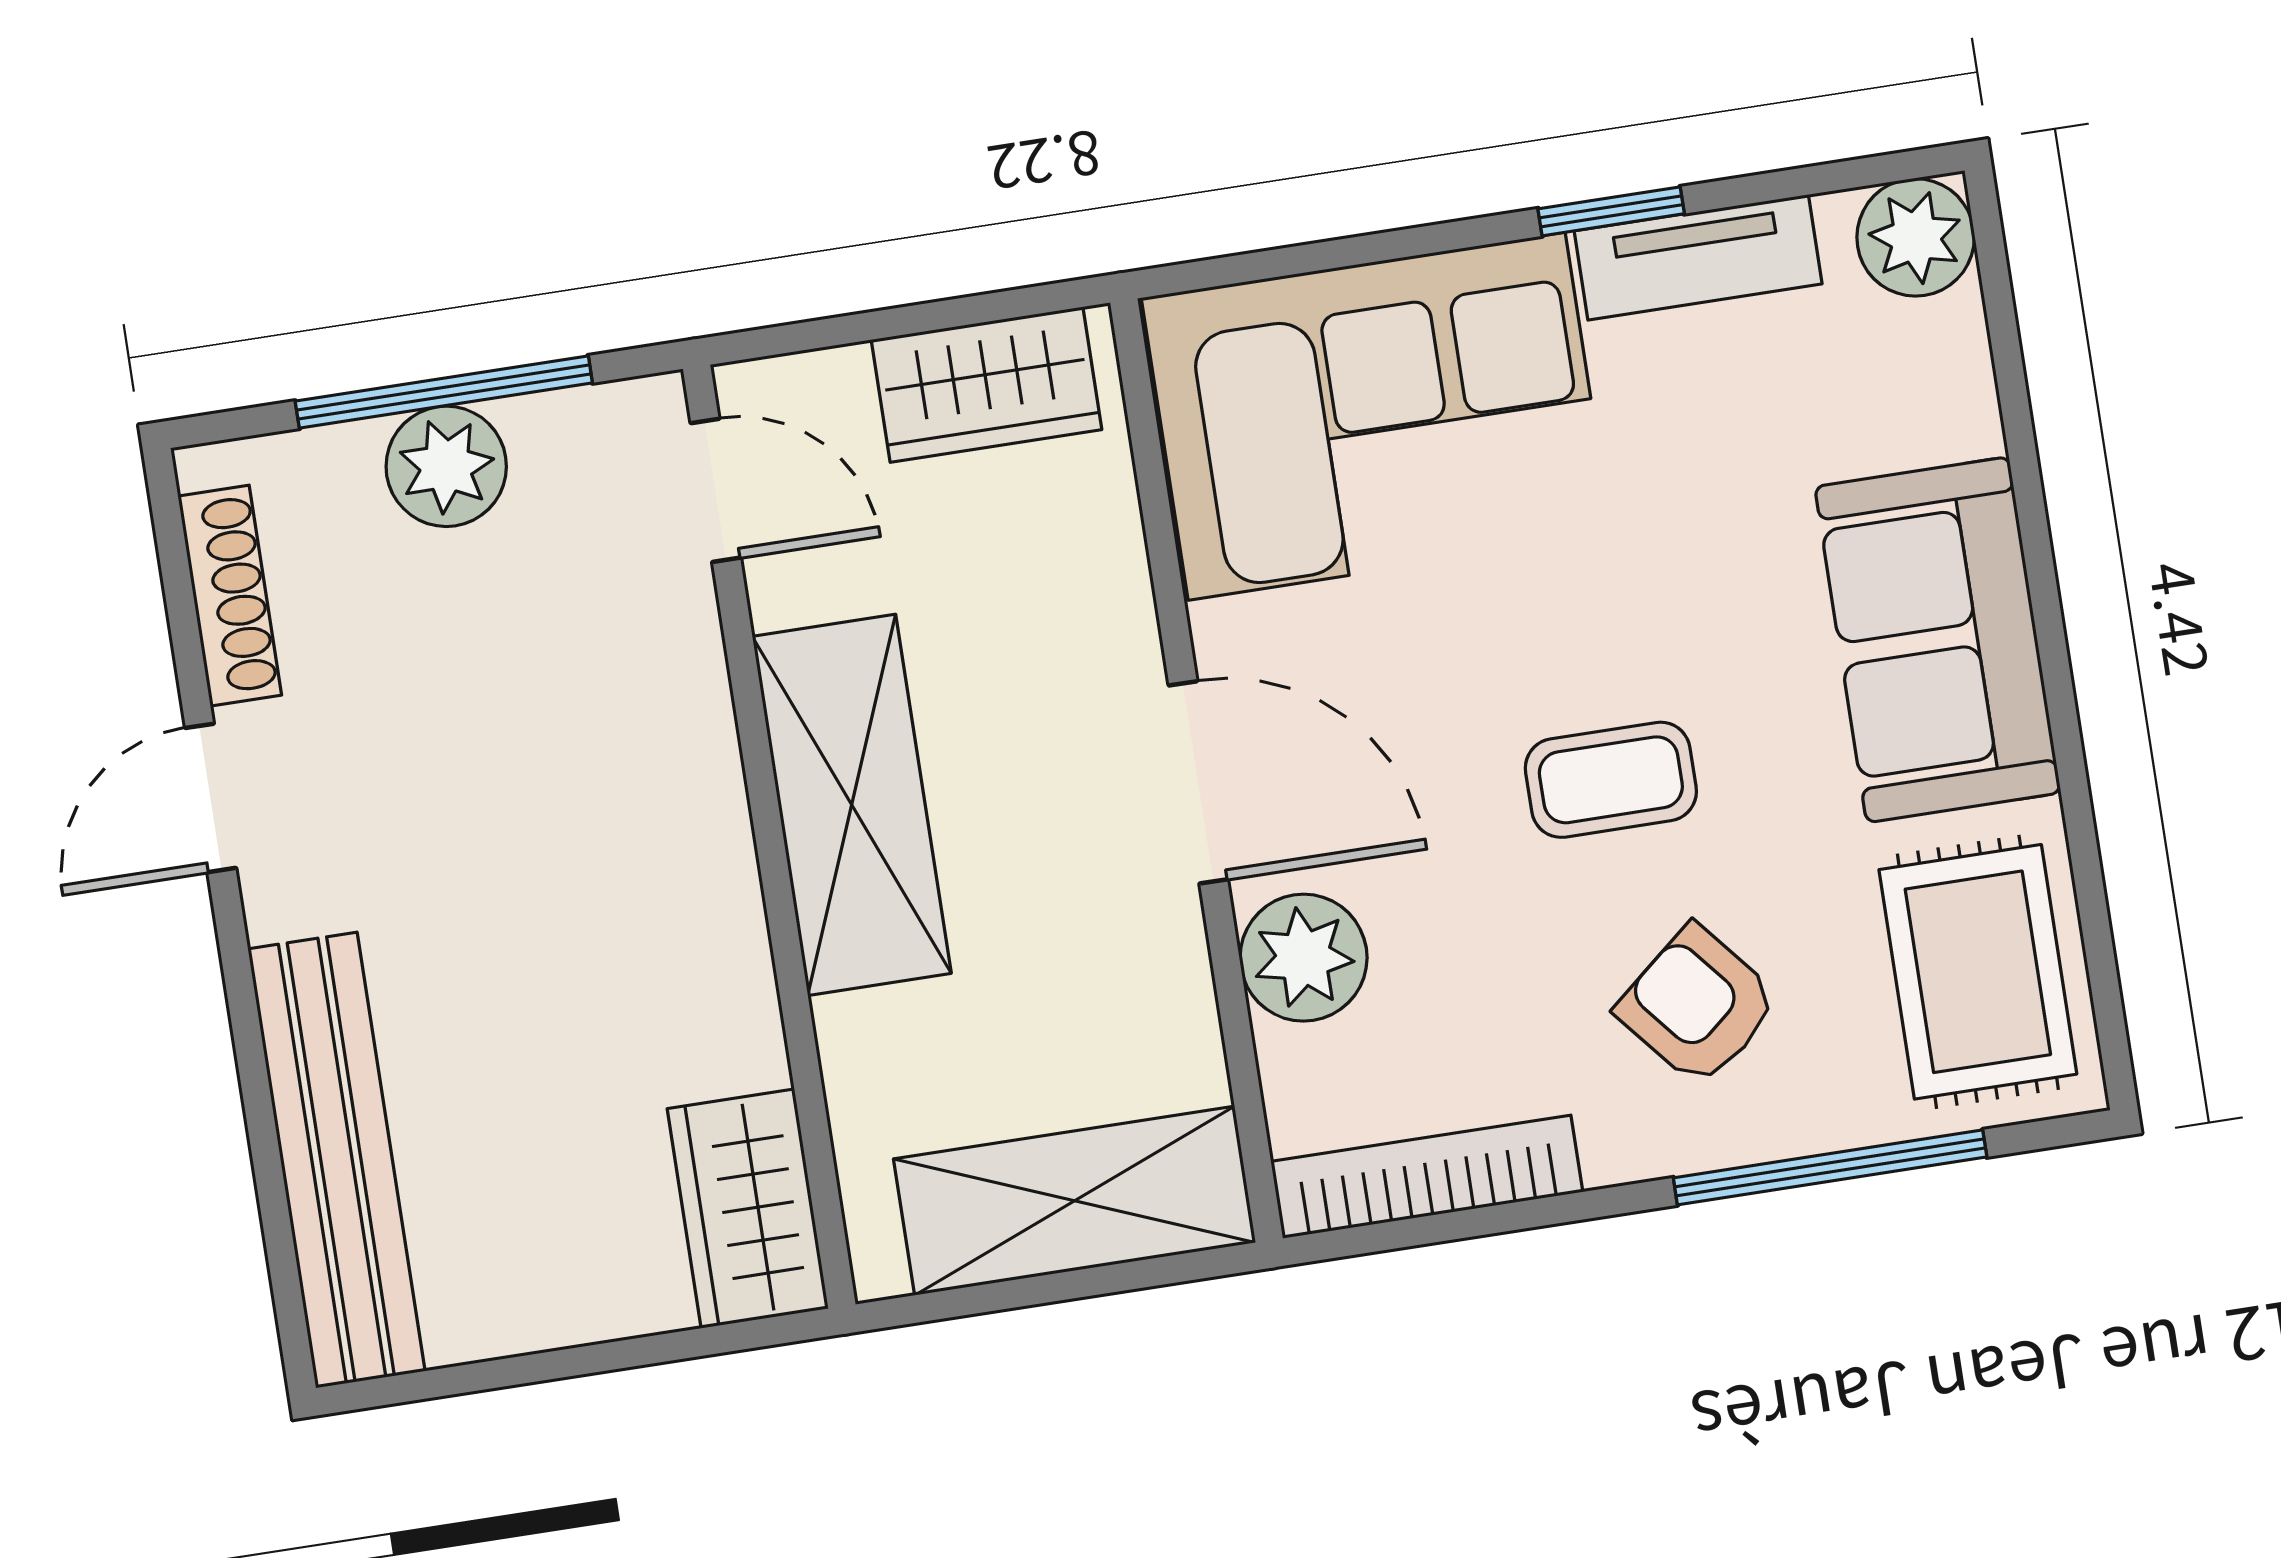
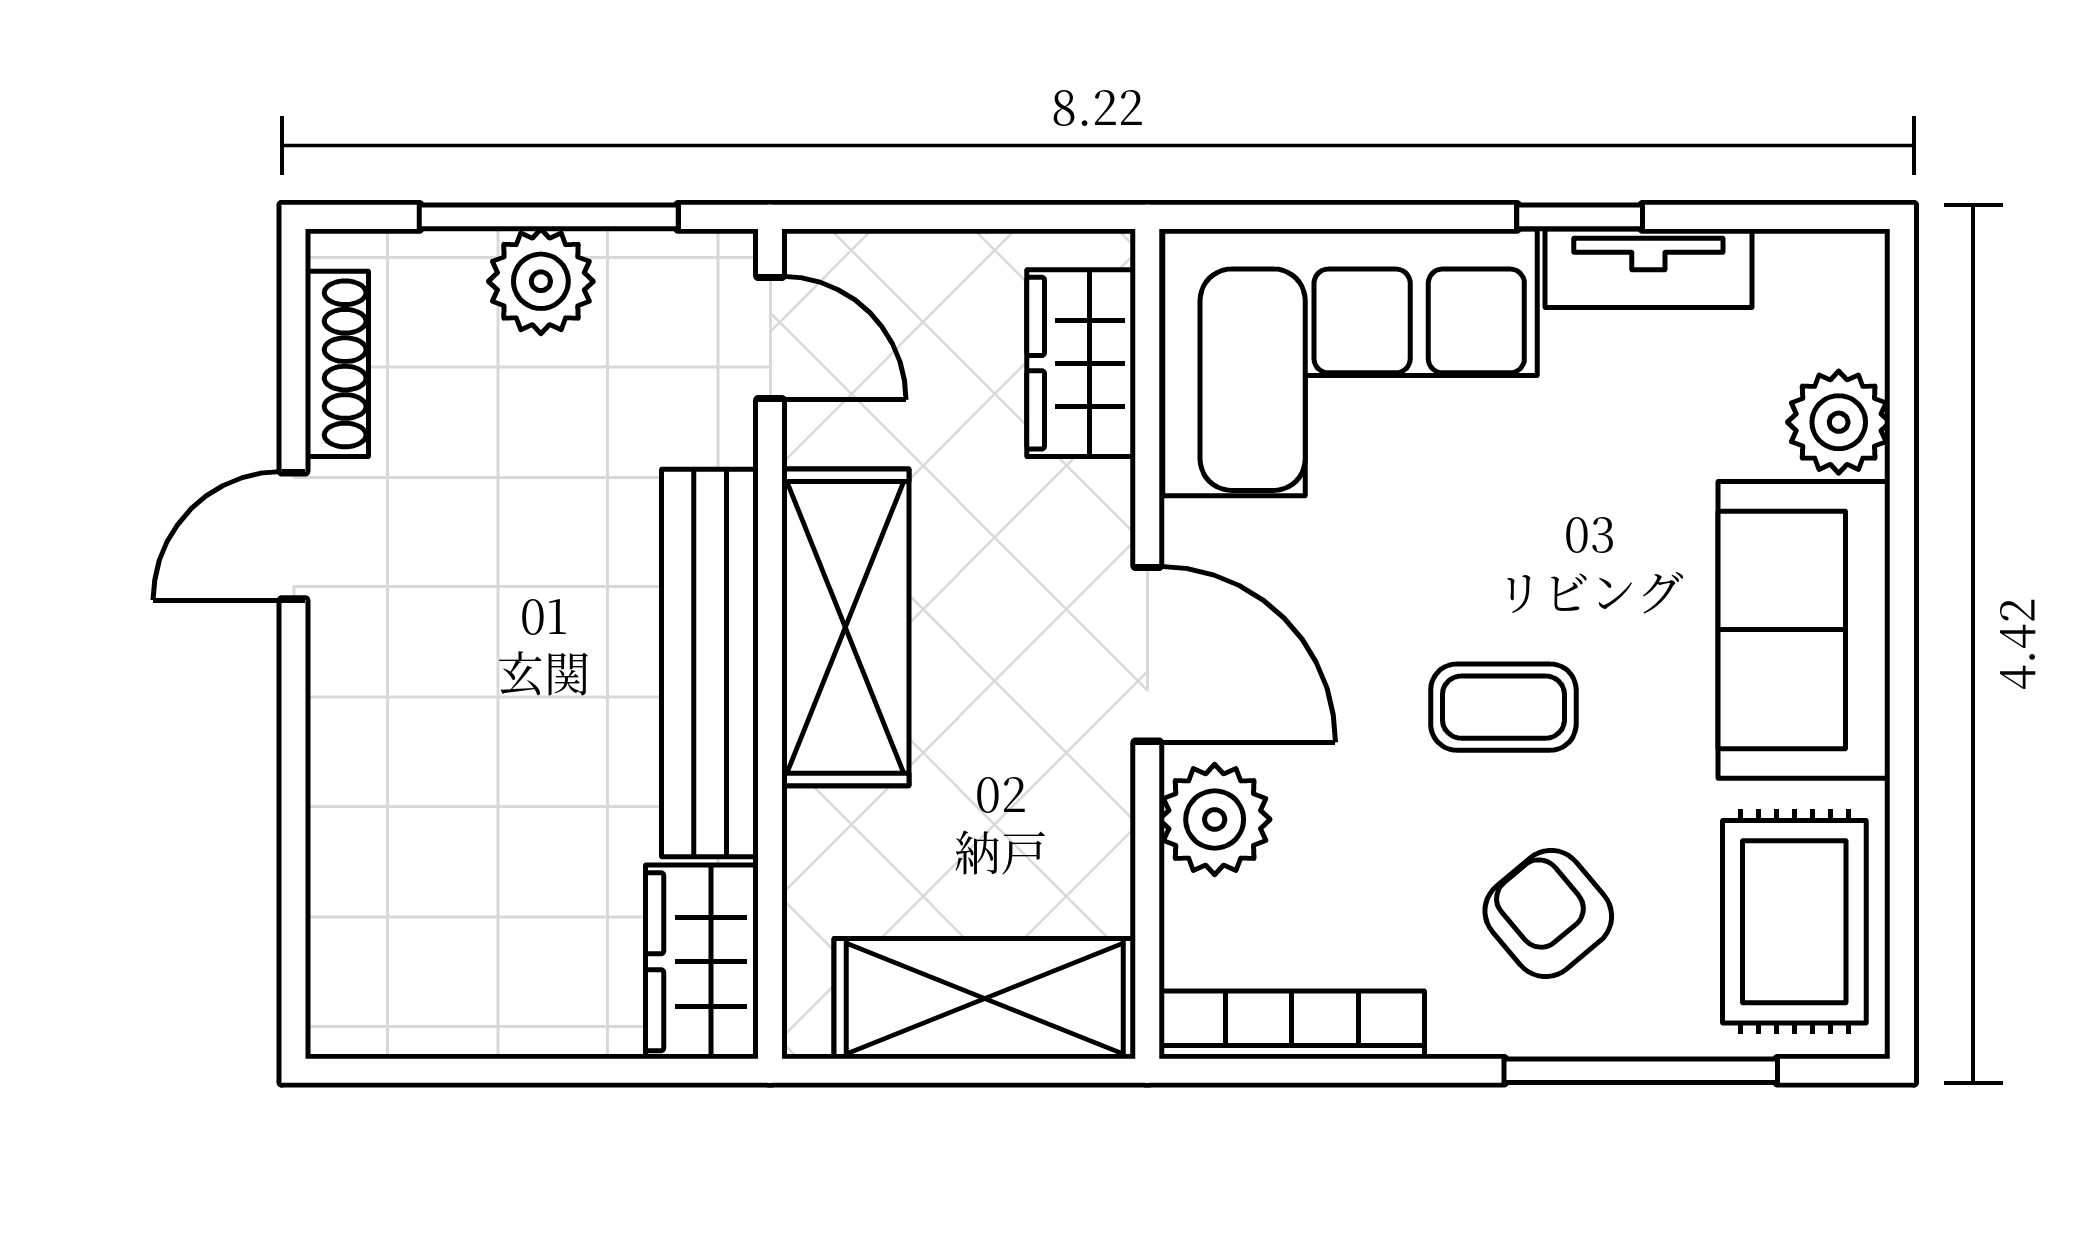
plant: (1916, 237) -> (1839, 422), moved
wardrobe: (986, 385) -> (1081, 363), moved, turned 90
bench: (336, 1160) -> (710, 663), moved

